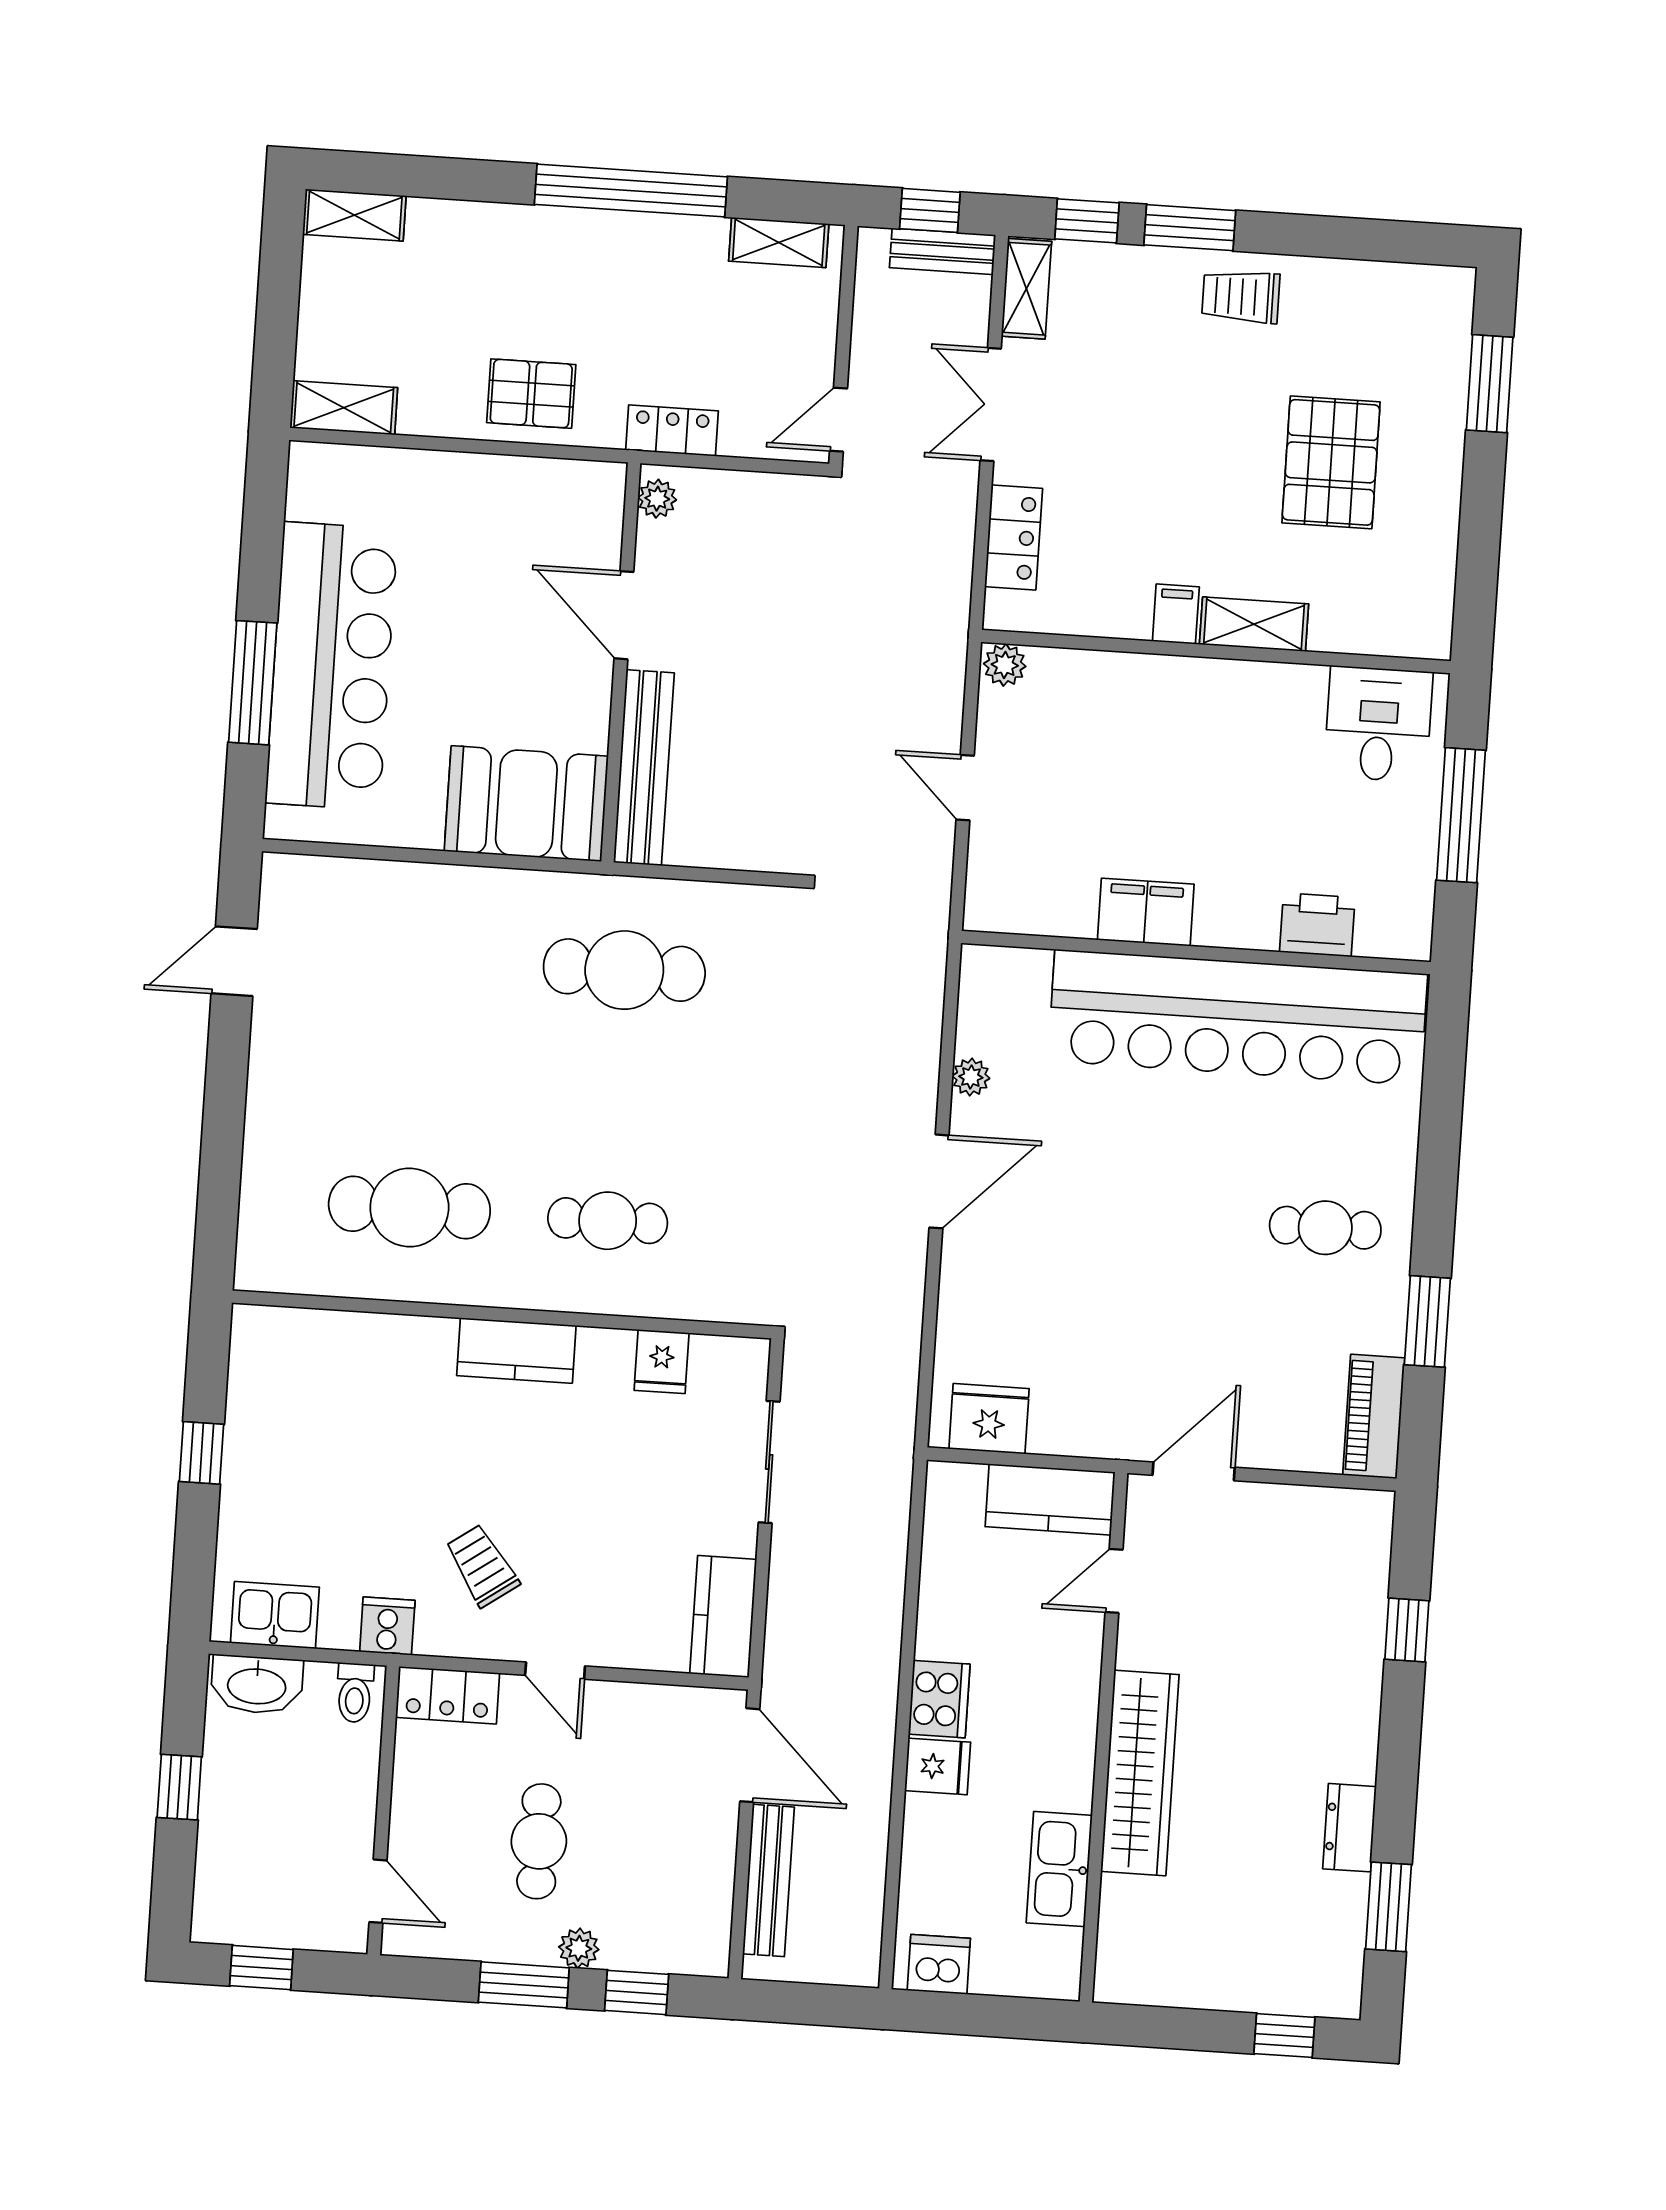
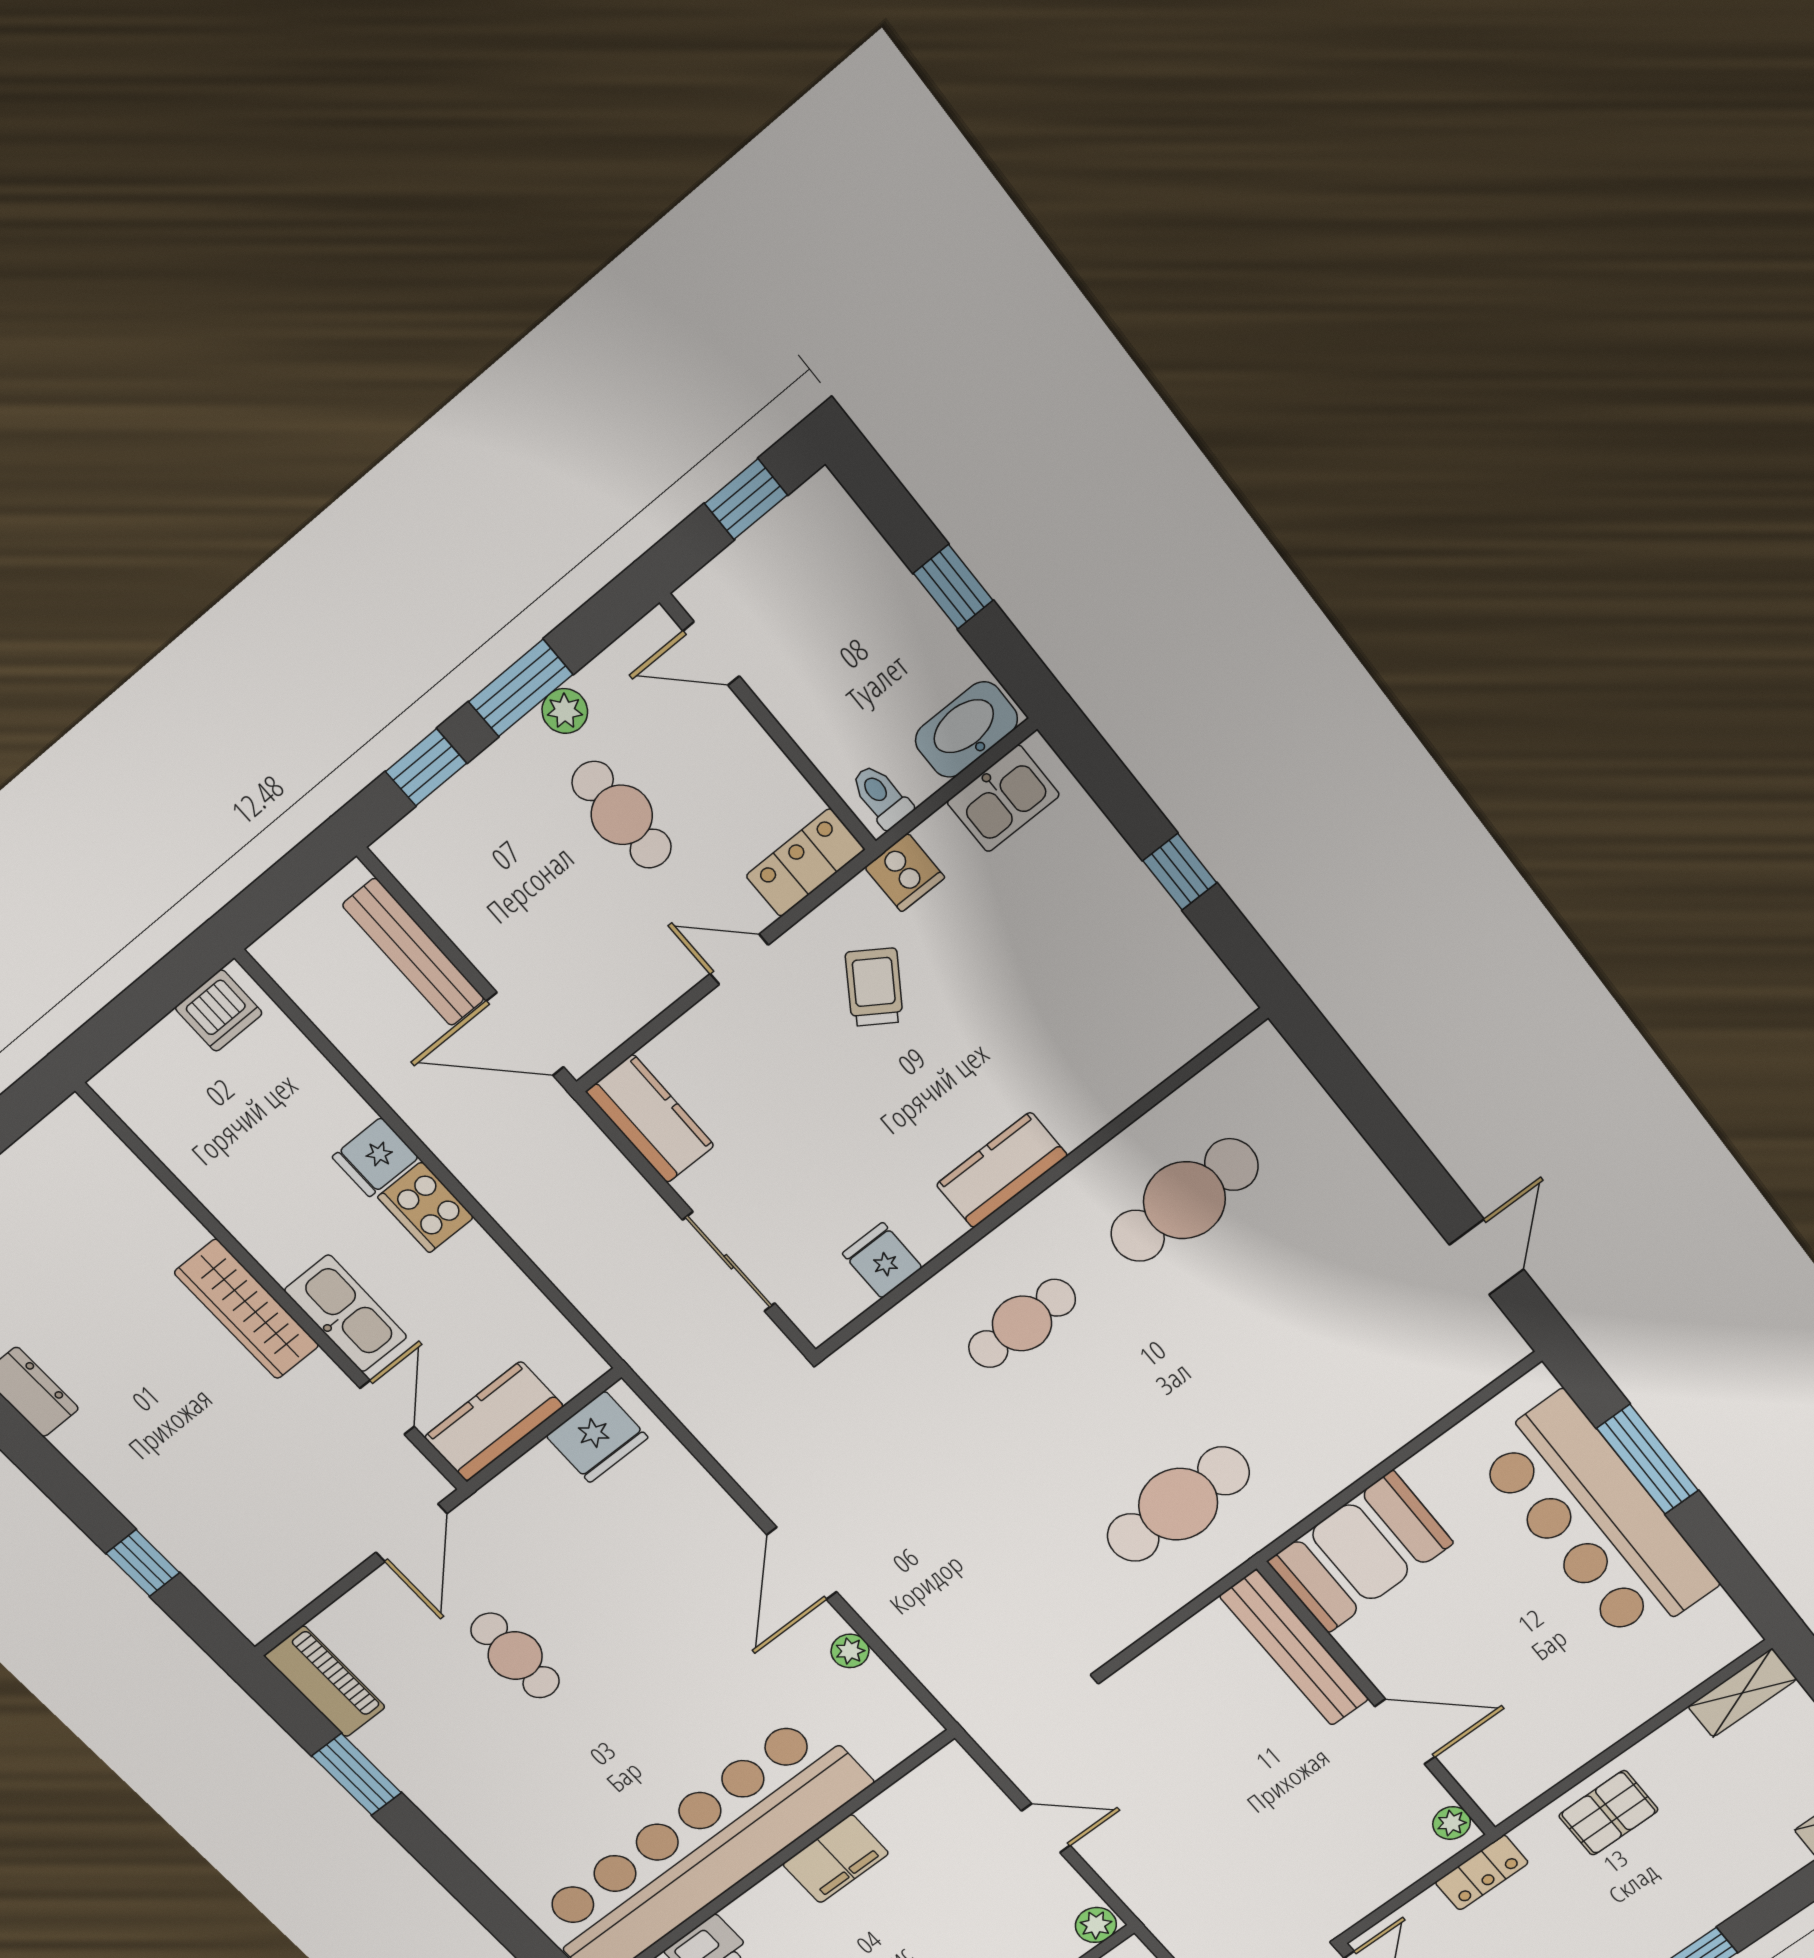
cafe table: (1325, 1228) -> (515, 1656), moved, turned 90
trolley: (482, 1566) -> (874, 987), turned -111
wardrobe: (1140, 1773) -> (247, 1309), width x0.71, depth x0.85
kitchen sink: (1059, 1869) -> (346, 1313), moved
plant: (579, 1948) -> (565, 711), moved

